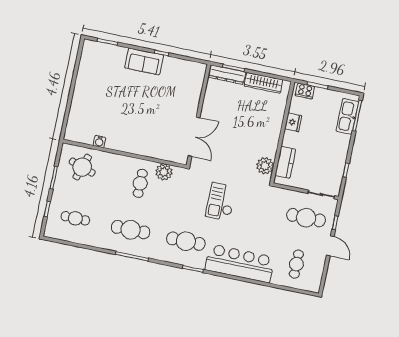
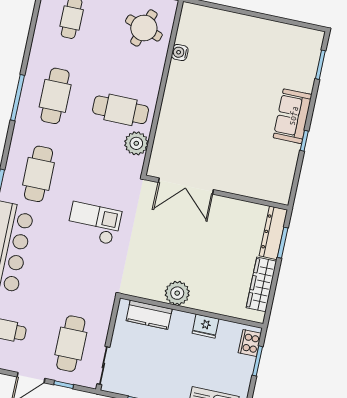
plant: (265, 166) -> (177, 293), moved
cafe table: (140, 183) -> (121, 110), width x1.37, depth x1.35

